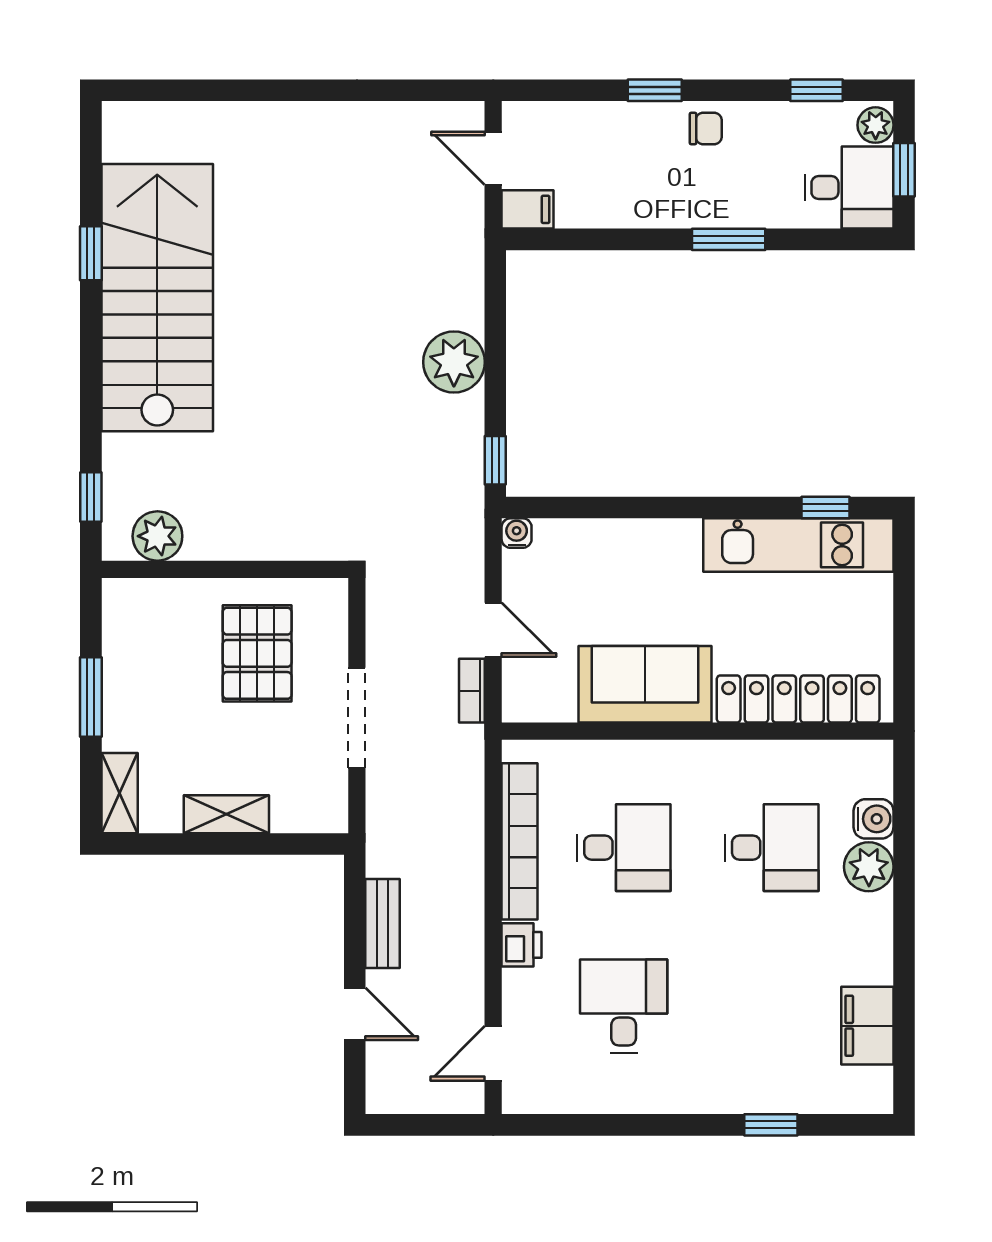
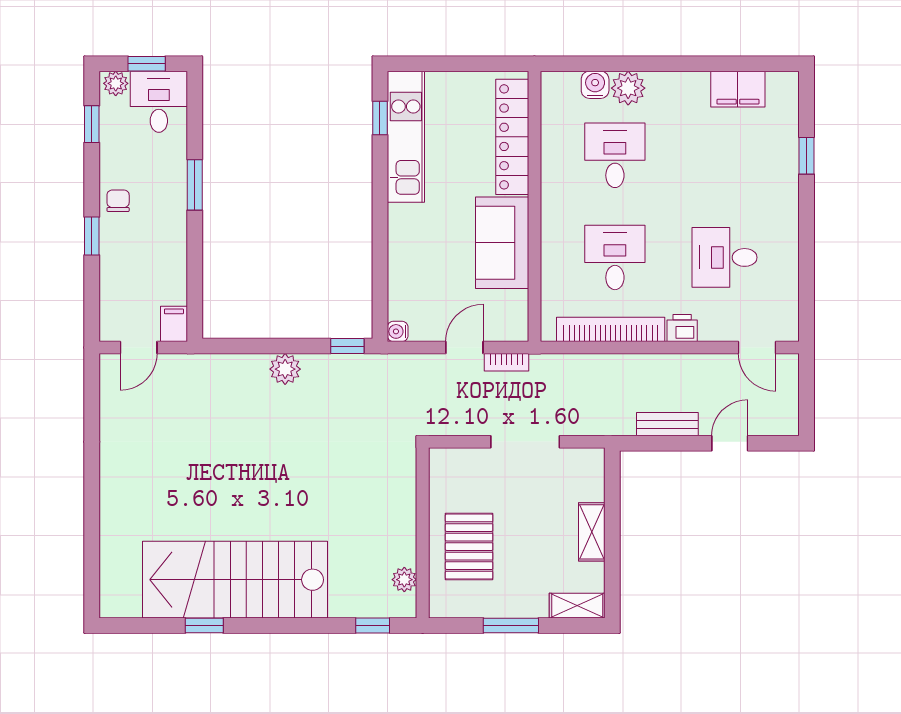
plant: (454, 362) -> (285, 369), width x0.73, depth x0.73
plant: (157, 536) -> (404, 580), width x0.73, depth x0.73
pallet: (257, 653) -> (469, 547), moved, turned 90

